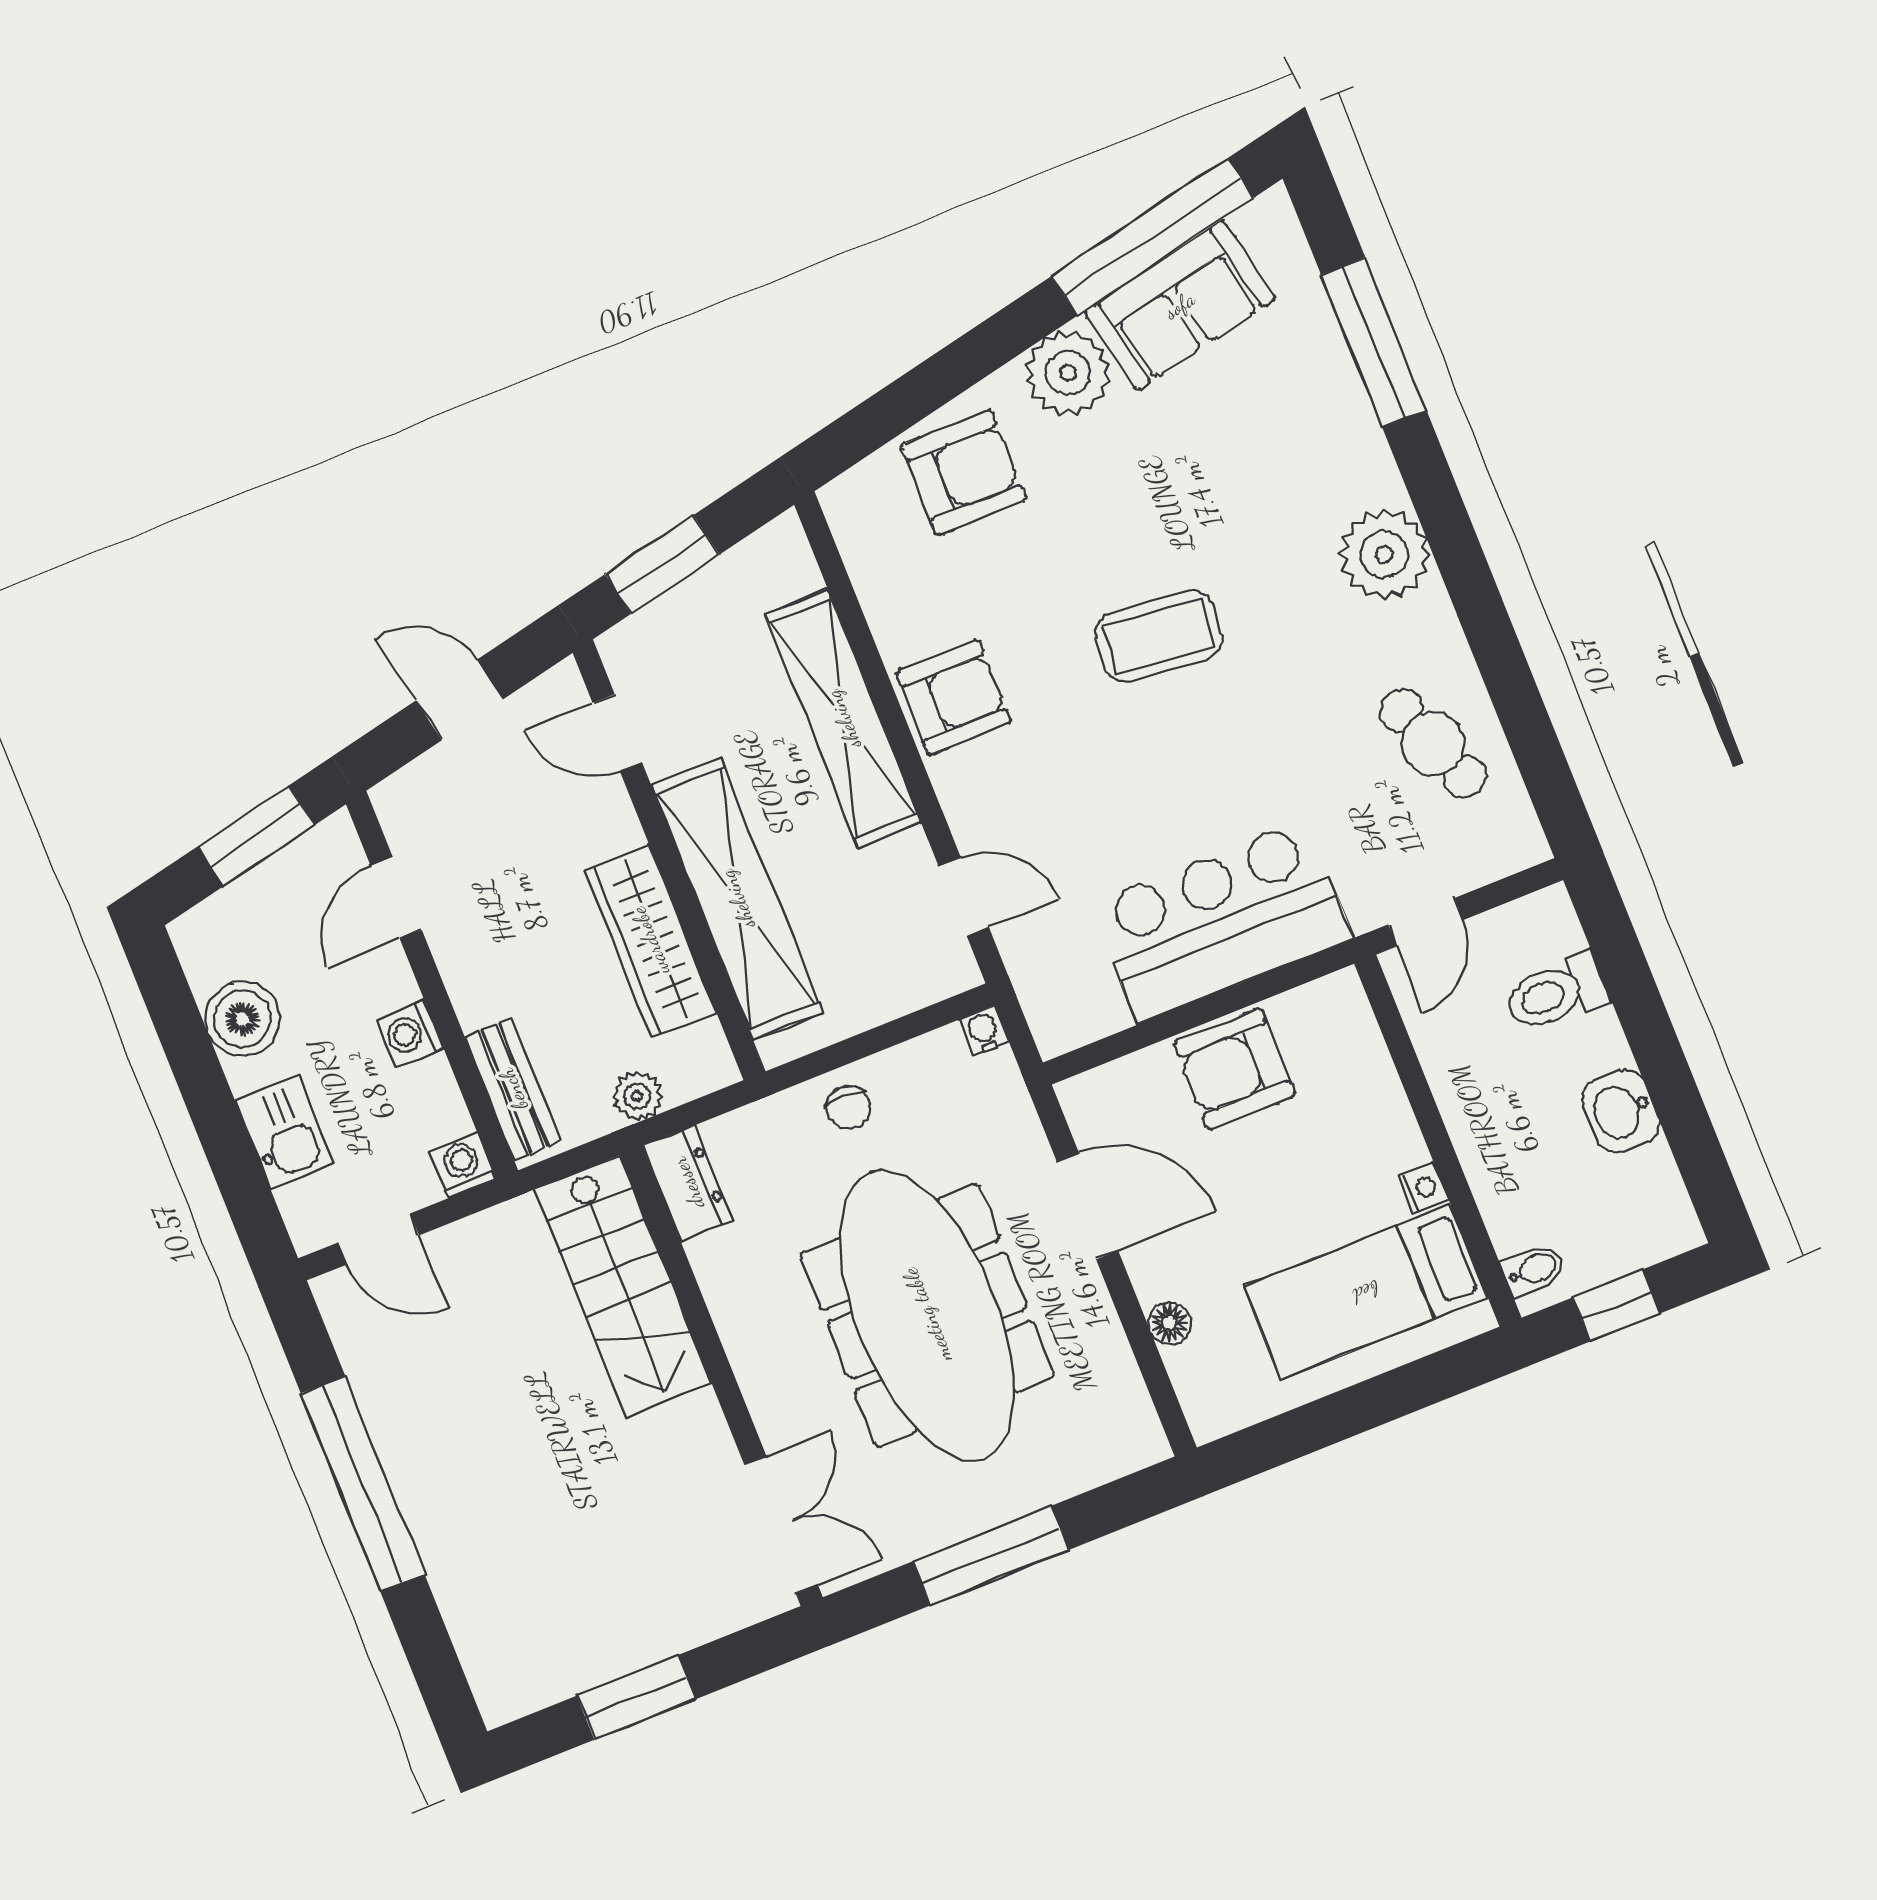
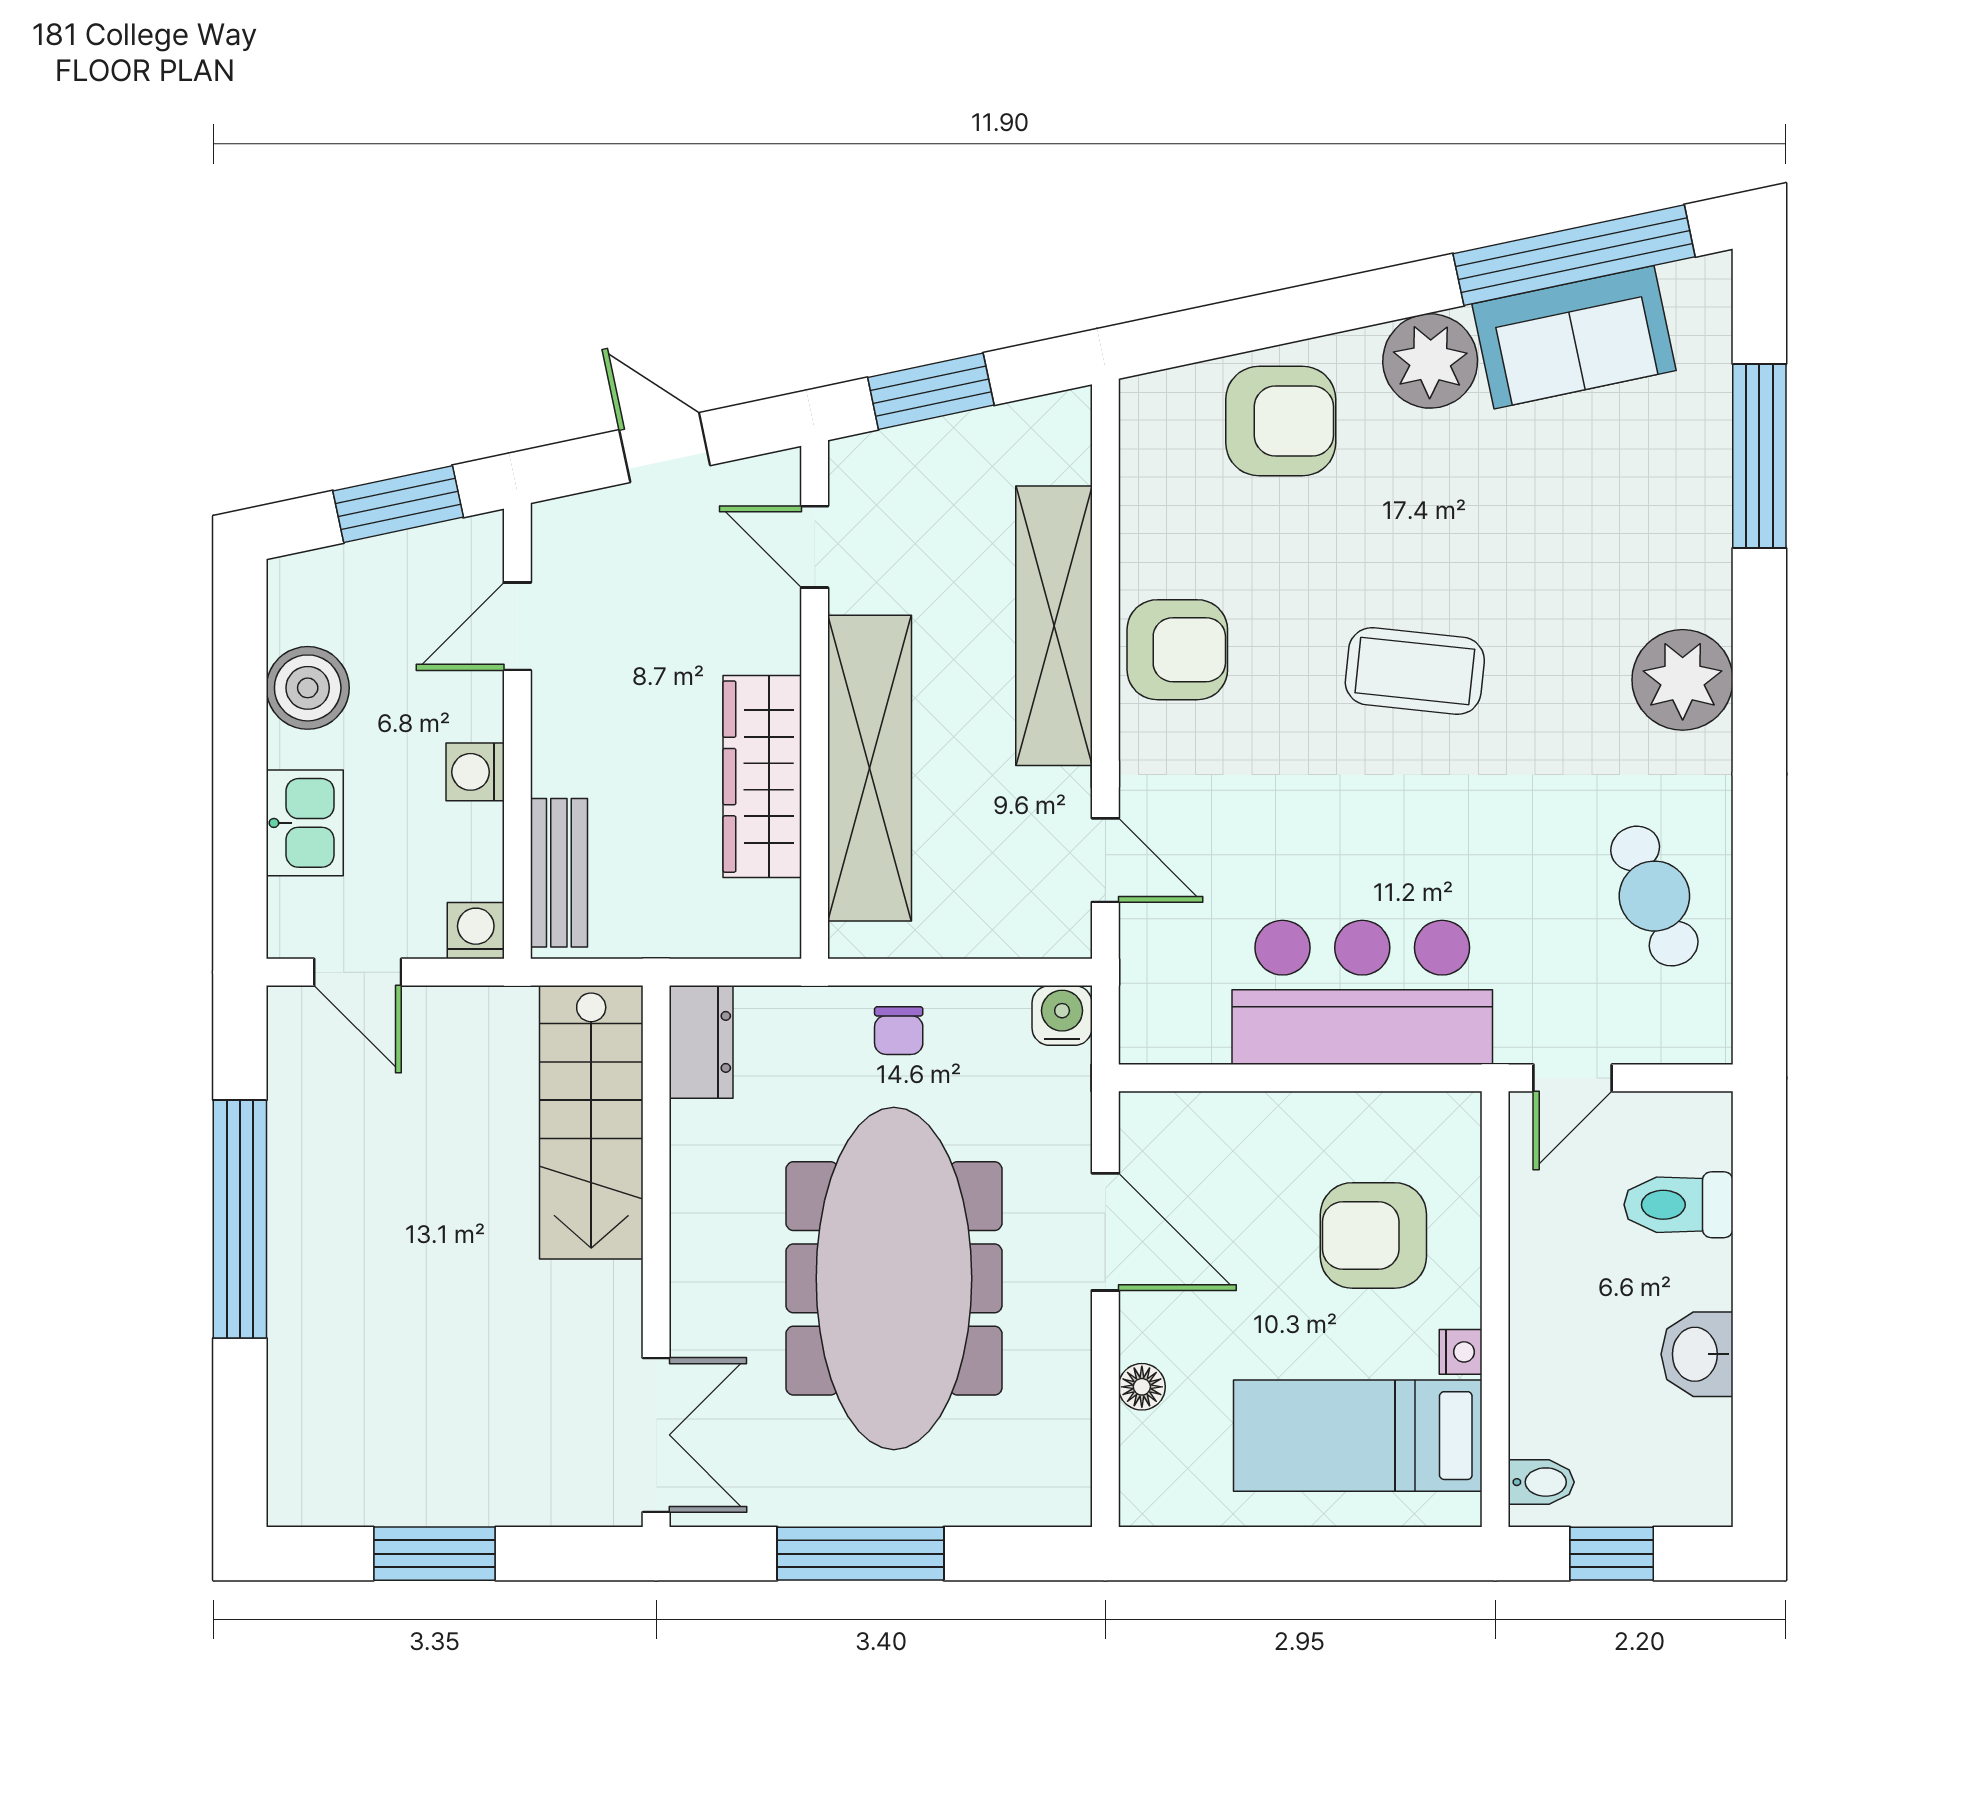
water cooler: (984, 1031) -> (1062, 1015), width x1.38, depth x1.38
armchair: (1234, 1069) -> (1373, 1235), moved
plant: (637, 1096) -> (685, 931), removed

